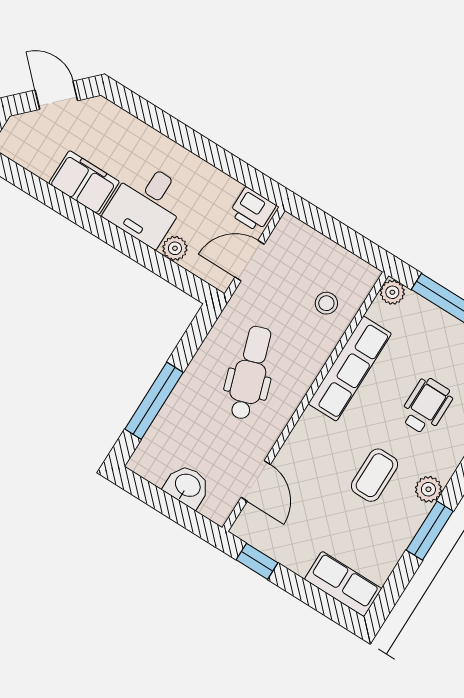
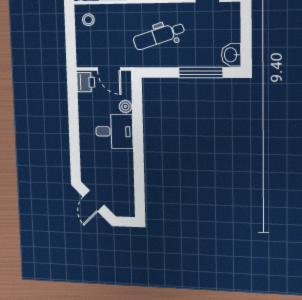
filing cabinet: (84, 183) -> (123, 166), removed
stool: (326, 303) -> (88, 20), moved
washbasin: (187, 486) -> (231, 55), moved

